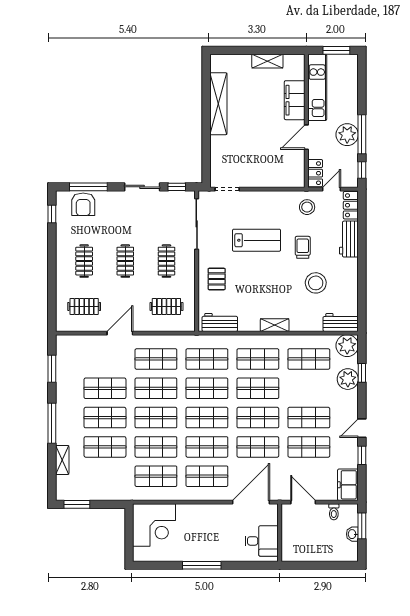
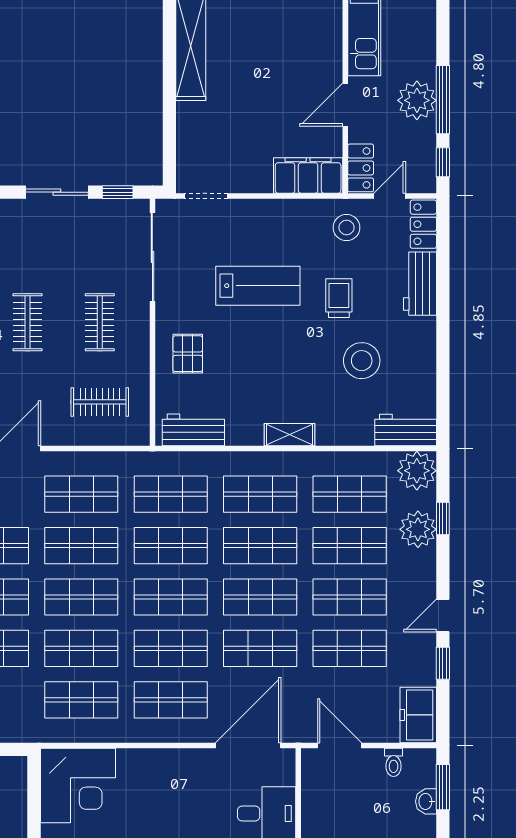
filing cabinet: (295, 100) -> (308, 175), moved, turned 90
shop shelf: (309, 388) -> (350, 546), added

